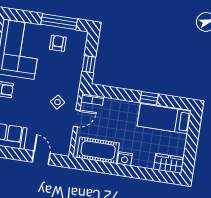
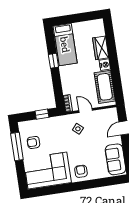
wardrobe: (169, 163) -> (101, 48), moved

